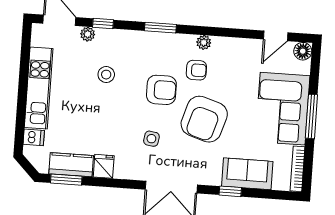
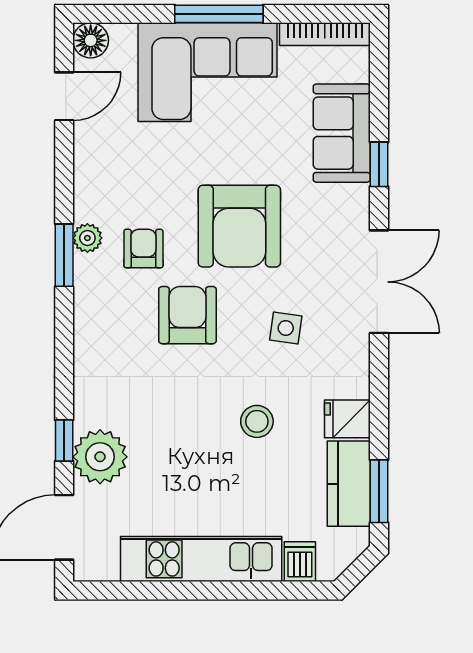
window: (160, 28) -> (64, 255), moved
plant: (88, 34) -> (100, 457), width x1.88, depth x1.88
door: (276, 36) -> (64, 96), hinge flipped
stool: (106, 75) -> (257, 421), moved
armchair: (204, 119) -> (239, 226), turned 73

